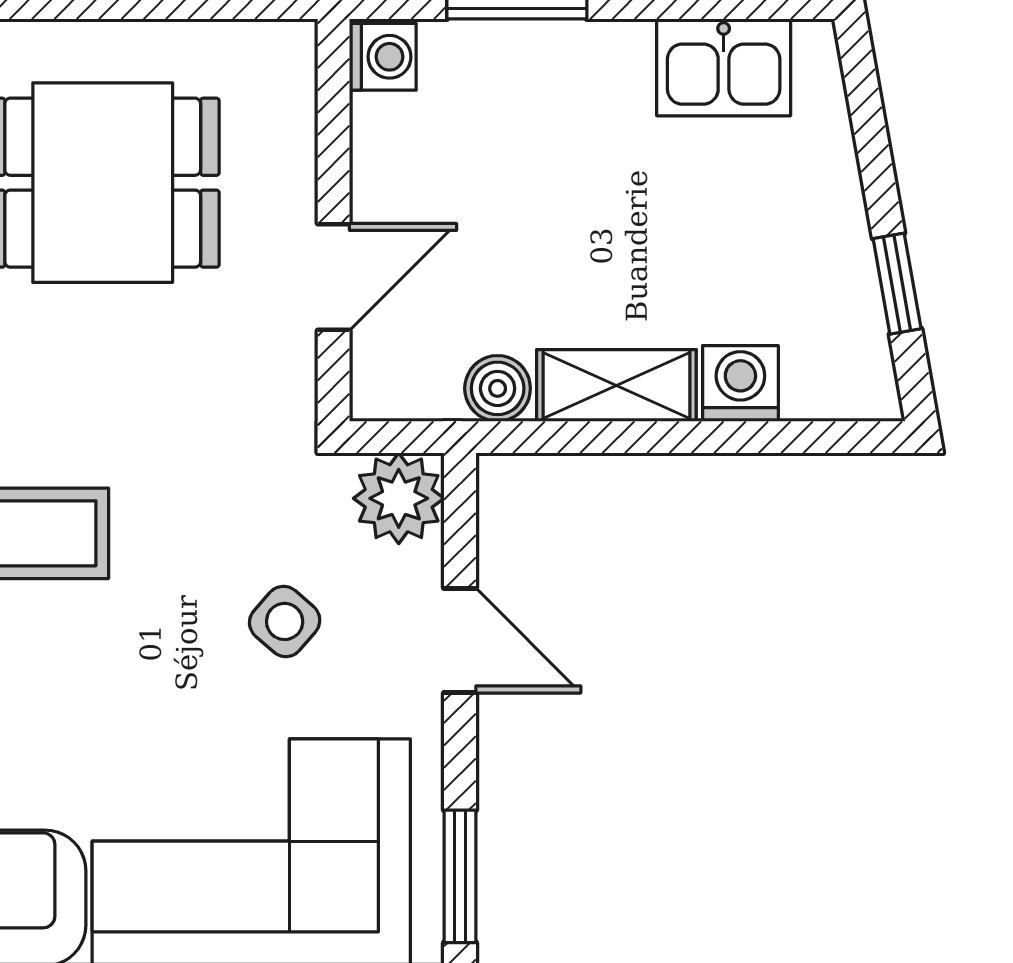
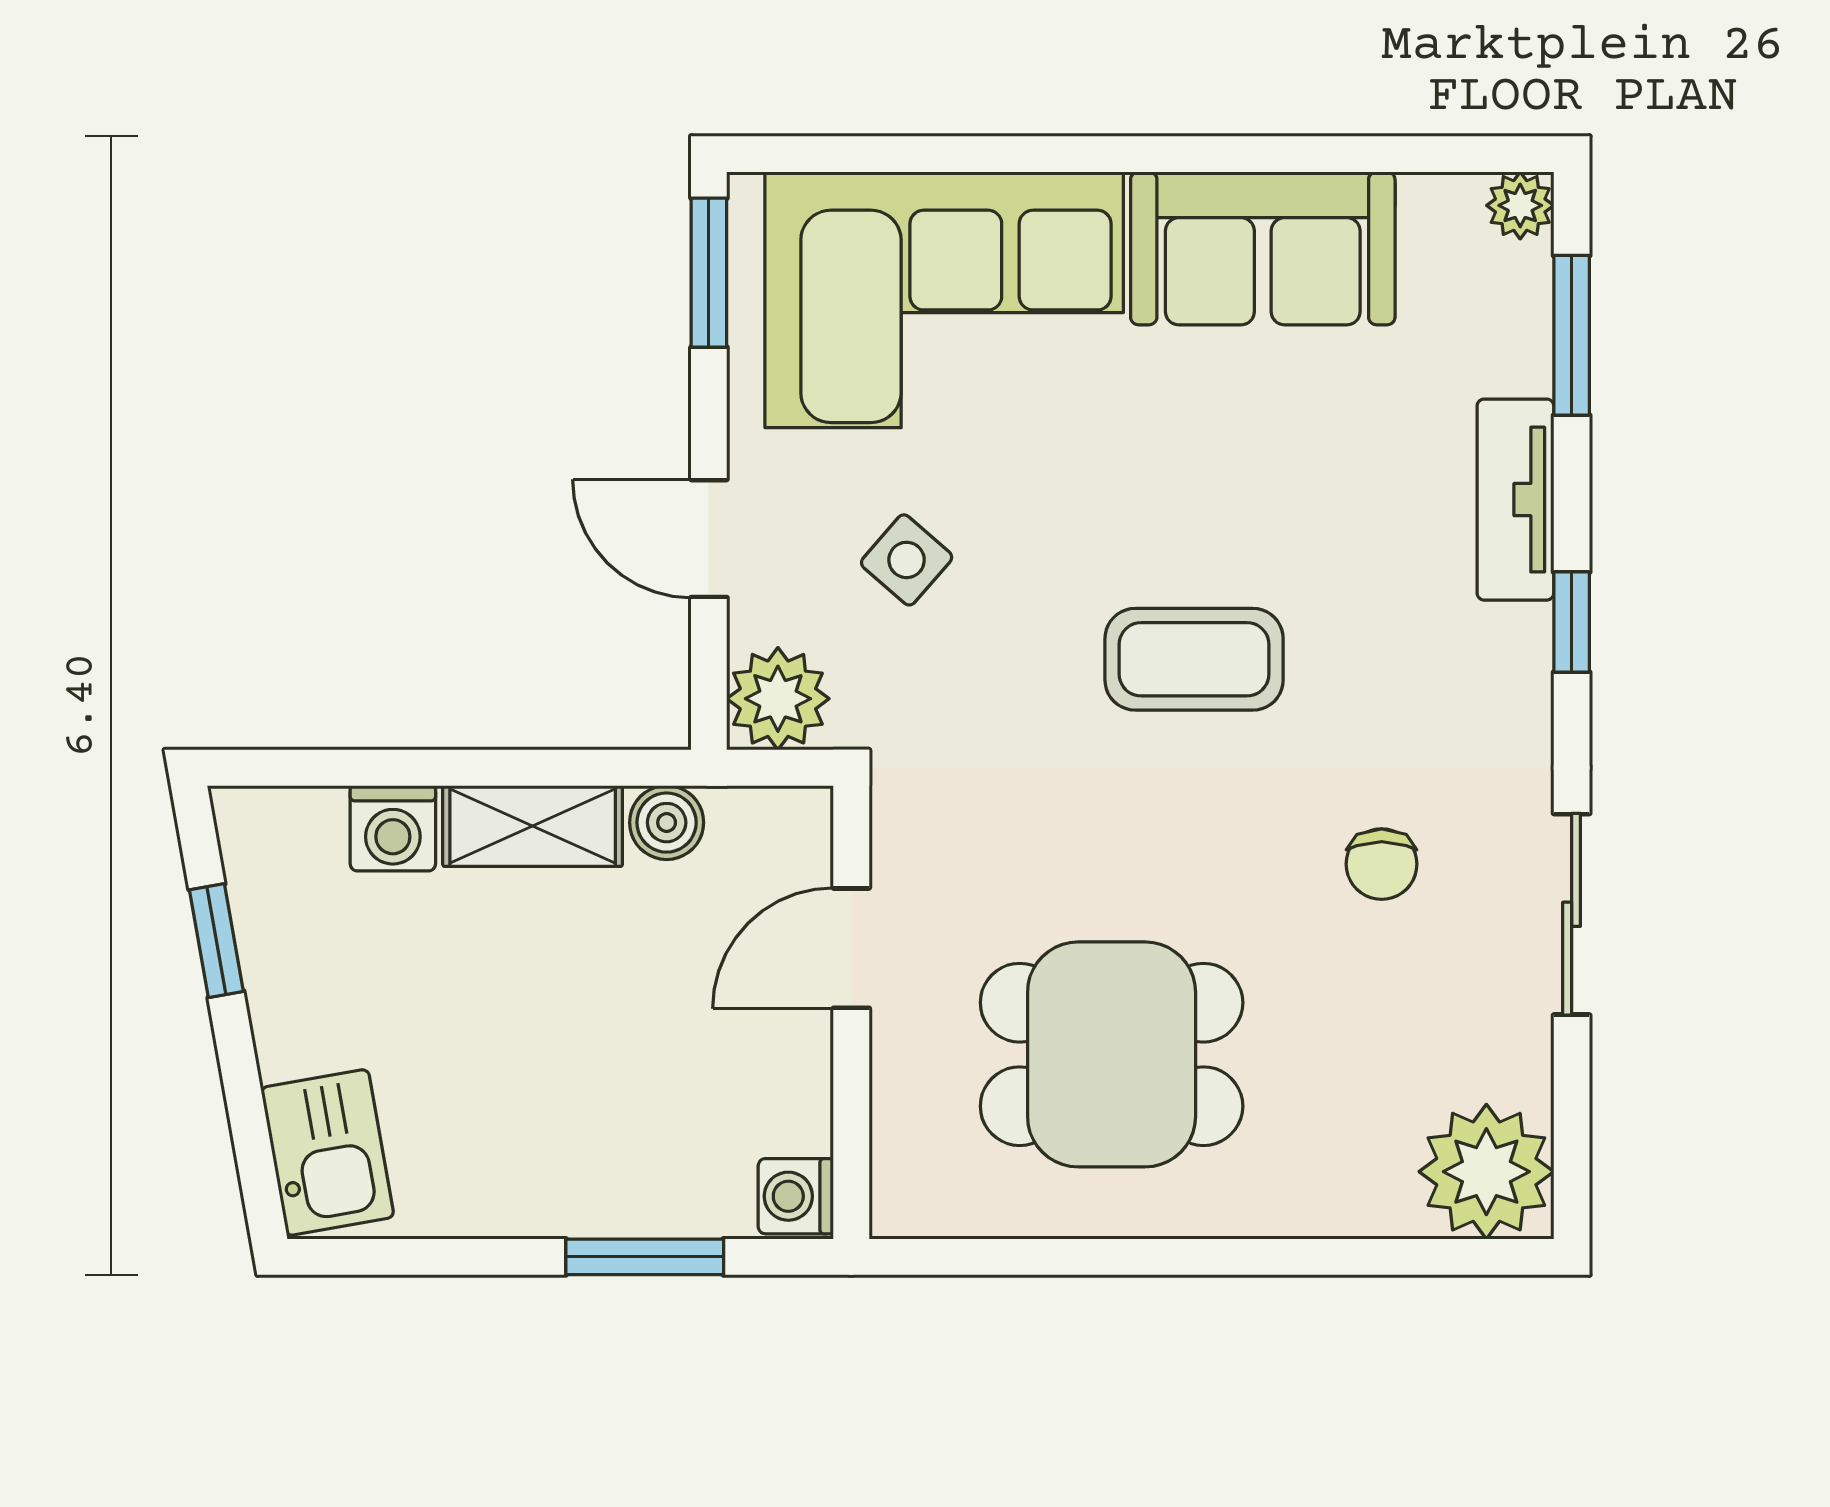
kitchen sink: (724, 67) -> (327, 1152), moved, turned 80

